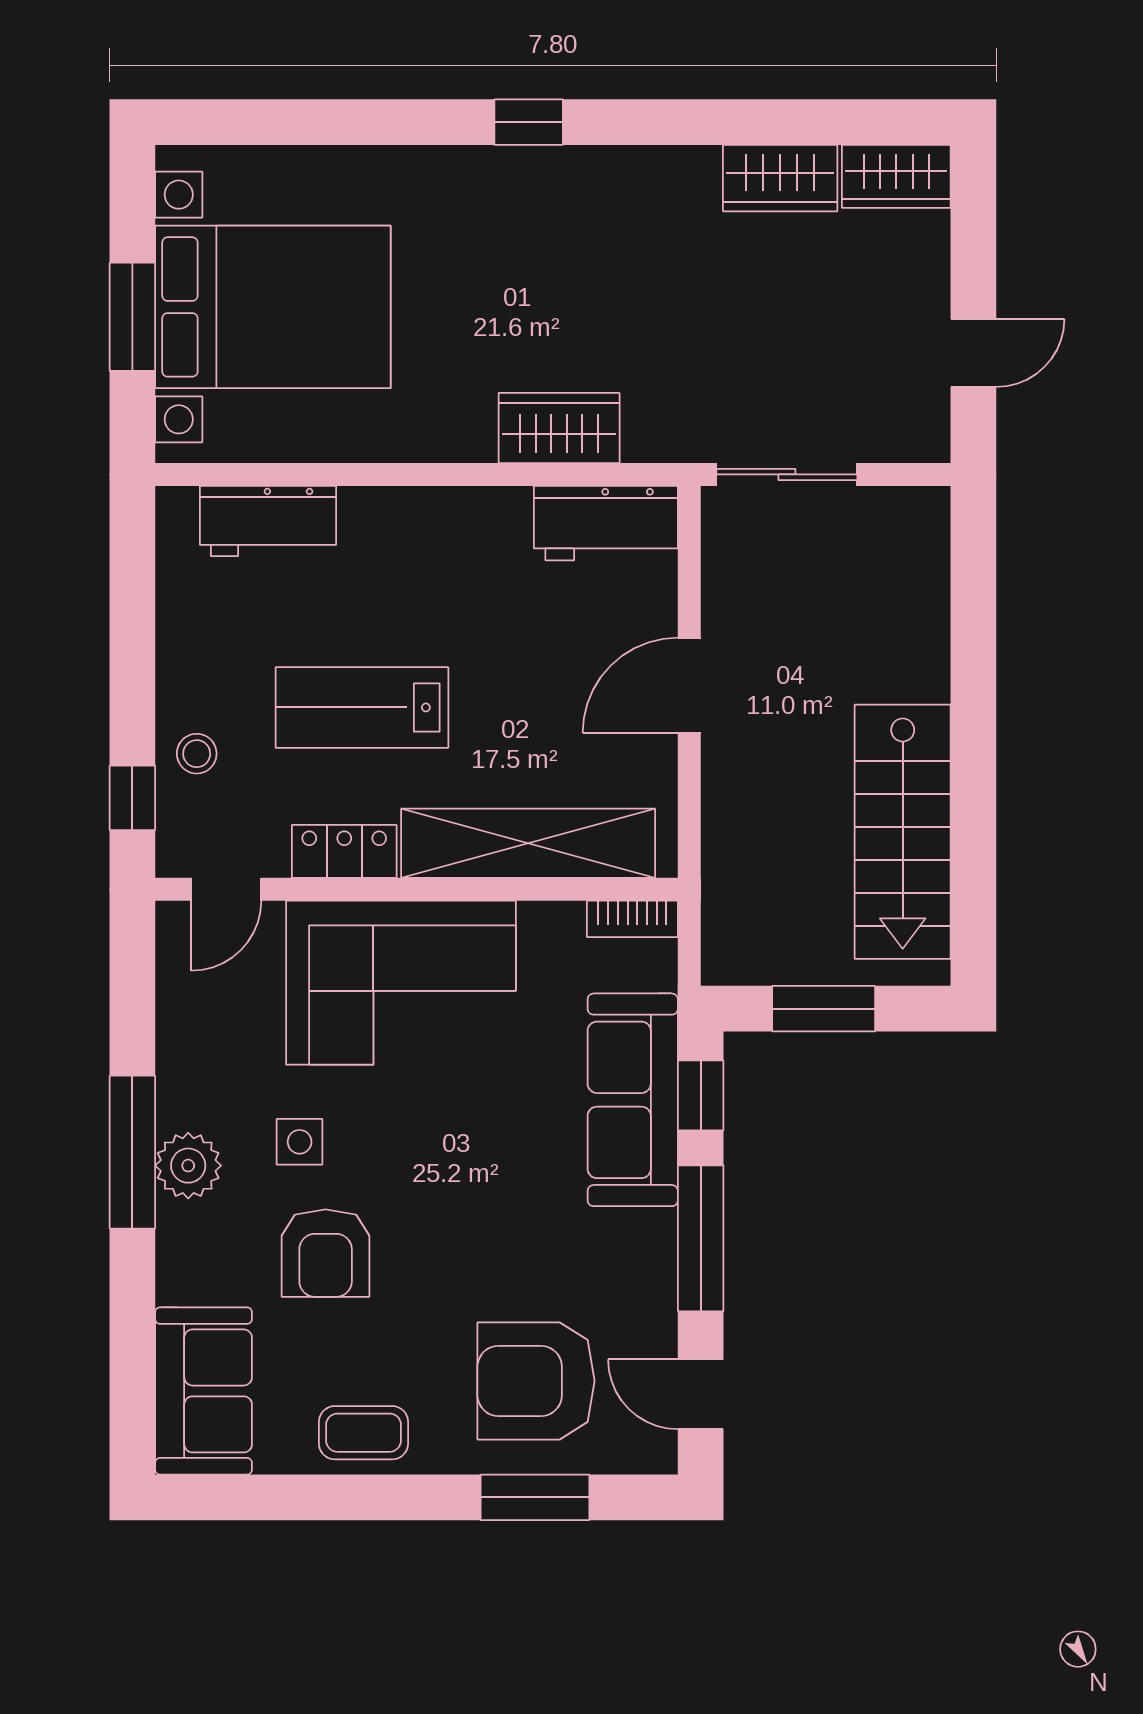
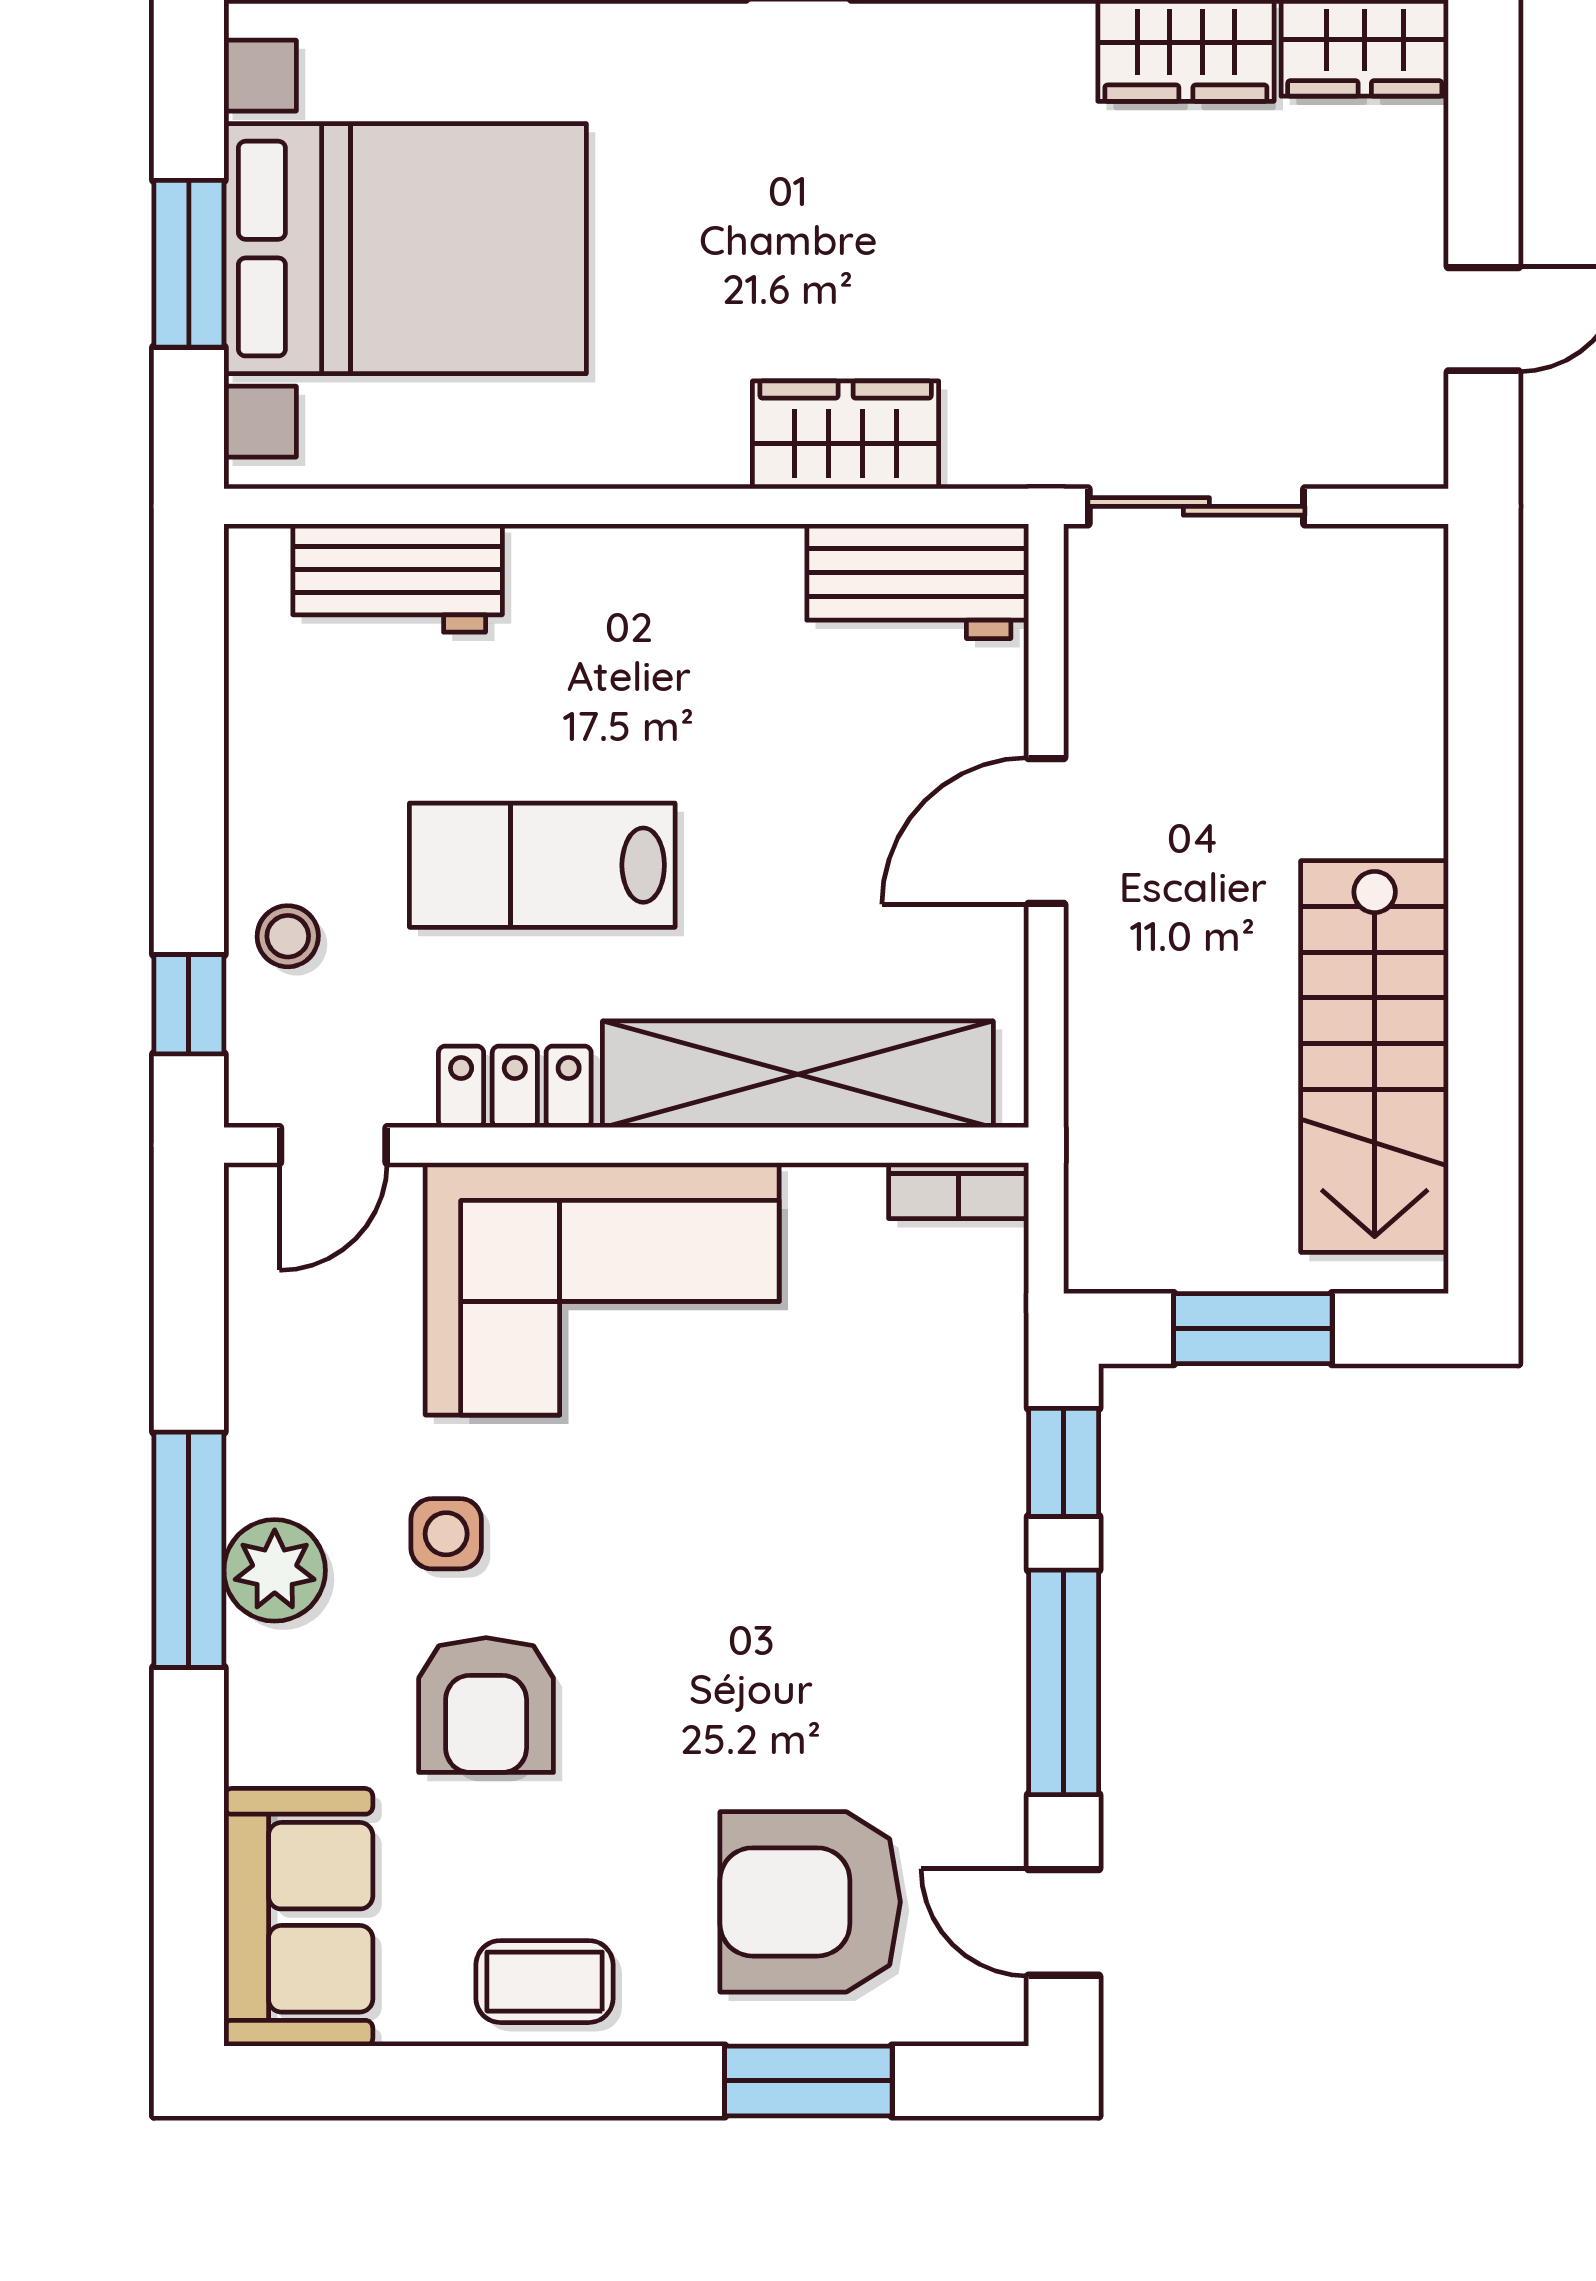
sofa: (633, 1100) -> (959, 1469), removed

